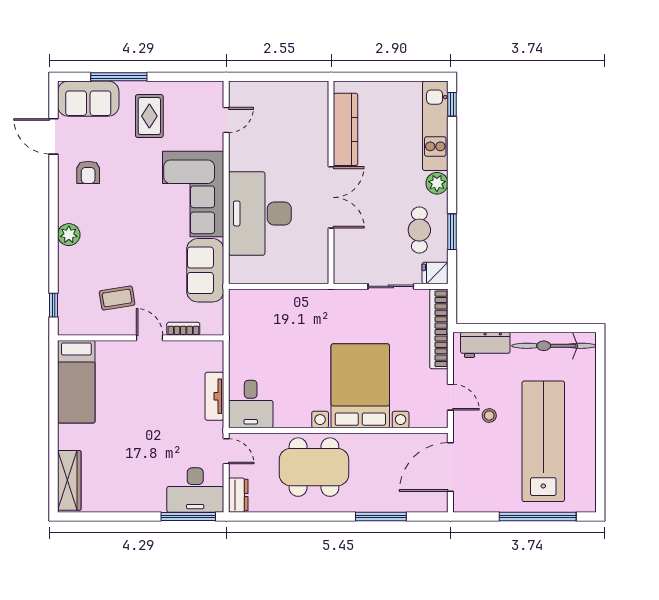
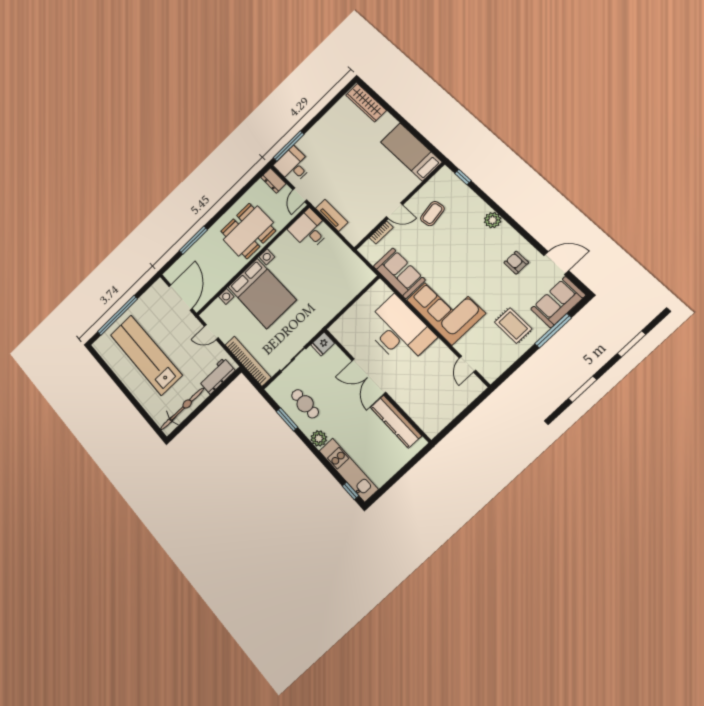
fridge: (435, 273) -> (323, 344), moved, turned 180
stool: (489, 416) -> (184, 342), removed
lab bench: (543, 441) -> (146, 355), turned 180
door: (226, 451) -> (300, 195), hinge flipped
desk: (195, 490) -> (293, 165), width x0.73

